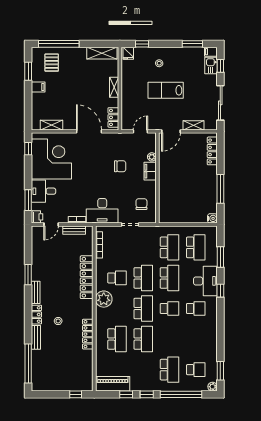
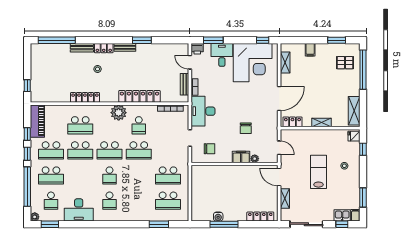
filing cabinet: (38, 87) -> (310, 50), moved
water cooler: (212, 218) -> (218, 217), moved
school desk: (169, 278) -> (51, 150), moved
desk: (205, 281) -> (79, 210), moved
window: (220, 291) -> (127, 224), removed

